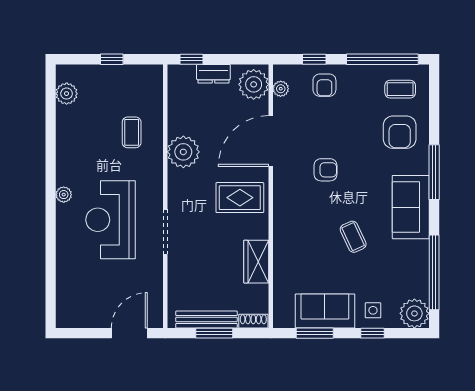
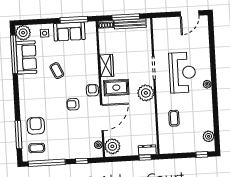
window: (112, 59) -> (202, 154), moved
dresser: (213, 74) -> (147, 150), moved
armchair: (324, 85) -> (92, 90), moved
plant: (183, 152) -> (146, 93), moved
window: (434, 172) -> (18, 135), moved
sofa: (411, 207) -> (26, 57), moved
wardrobe: (256, 262) -> (107, 66), moved
door: (129, 333) -> (190, 14), moved
window: (214, 333) -> (126, 17), width x1.44
window: (315, 333) -> (74, 20), width x1.44
window: (372, 333) -> (44, 21), removed

